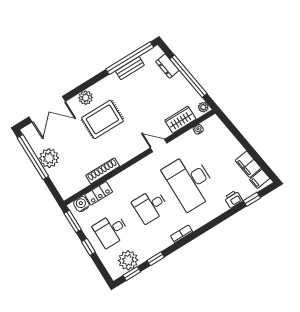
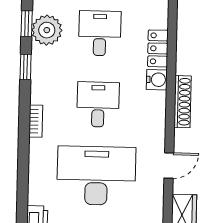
shoe rack: (103, 171) -> (183, 102), moved
water cooler: (81, 204) -> (157, 80), moved

